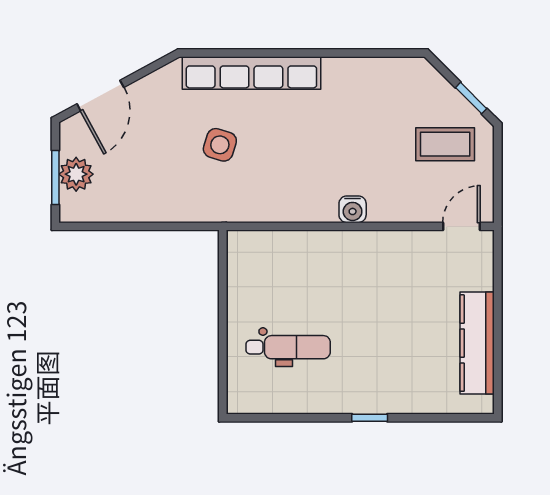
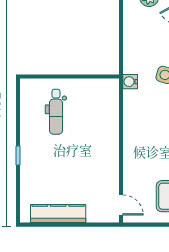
water cooler: (353, 209) -> (130, 82), moved

